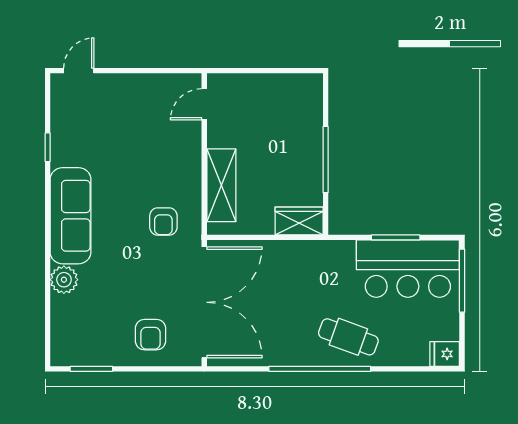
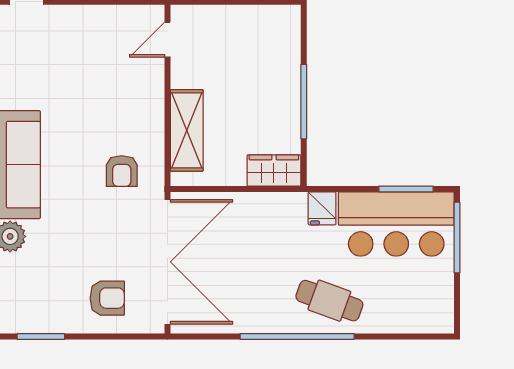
window: (396, 237) -> (406, 189), moved
armchair: (150, 335) -> (107, 298), turned -90
fridge: (445, 354) -> (322, 208), moved, turned -90

